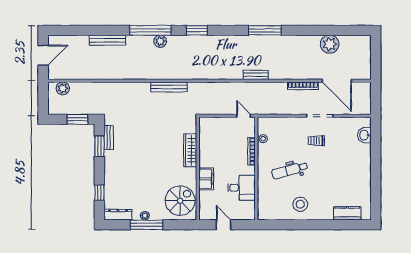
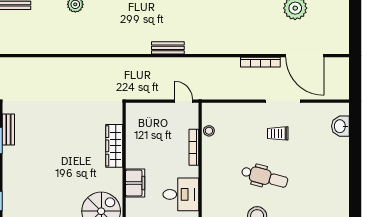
bench: (256, 75) -> (168, 48), moved
bench: (169, 87) -> (87, 64), removed
dental chair: (290, 170) -> (265, 177), moved, turned -150

